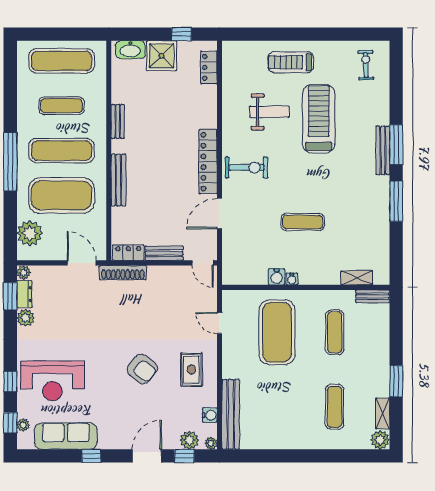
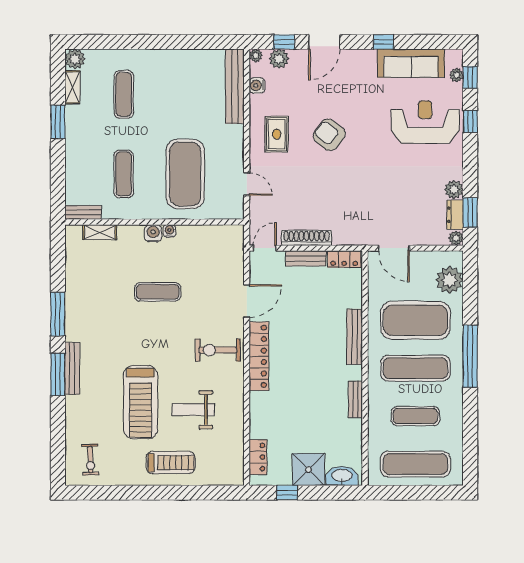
door: (203, 263) -> (265, 248), hinge flipped
shoe rack: (123, 273) -> (306, 238), moved
water cooler: (277, 277) -> (153, 233), moved

